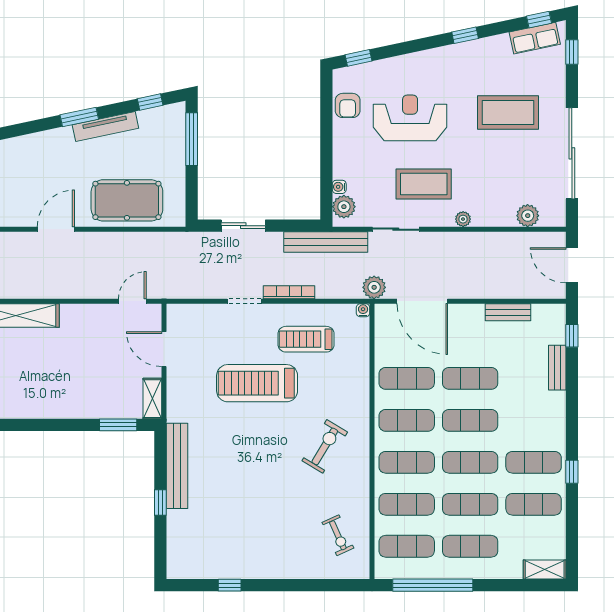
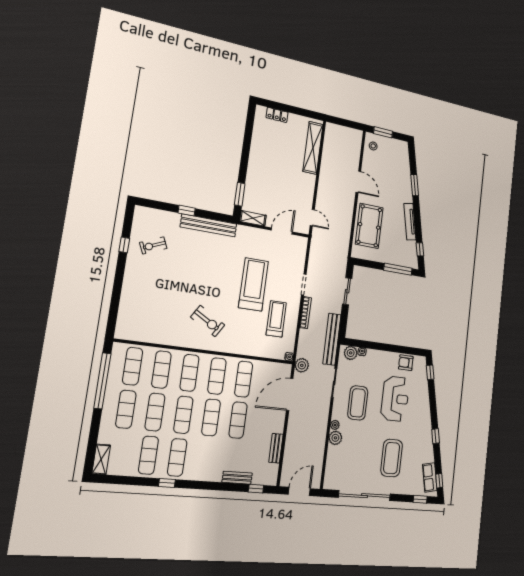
window: (79, 117) -> (415, 185), moved
plant: (528, 216) -> (335, 438), moved
exercise bike: (338, 535) -> (153, 245), moved

